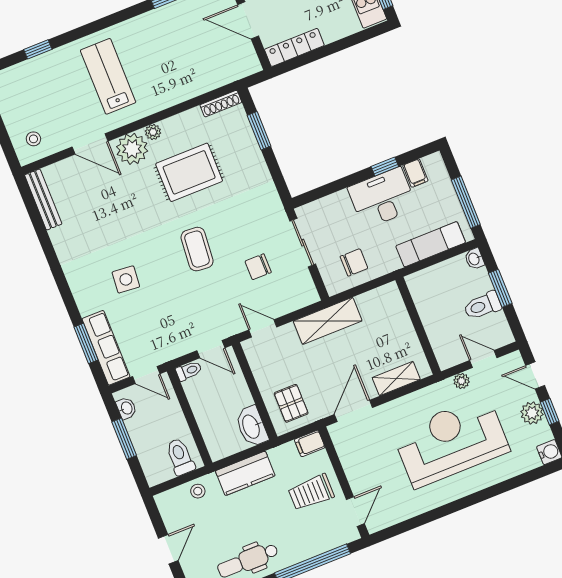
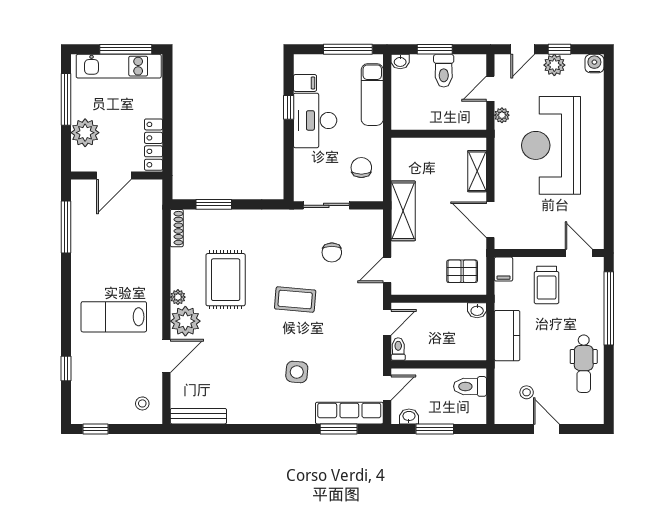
washbasin: (252, 426) -> (477, 310), width x0.52, depth x0.69
stool: (198, 491) -> (527, 392), moved

